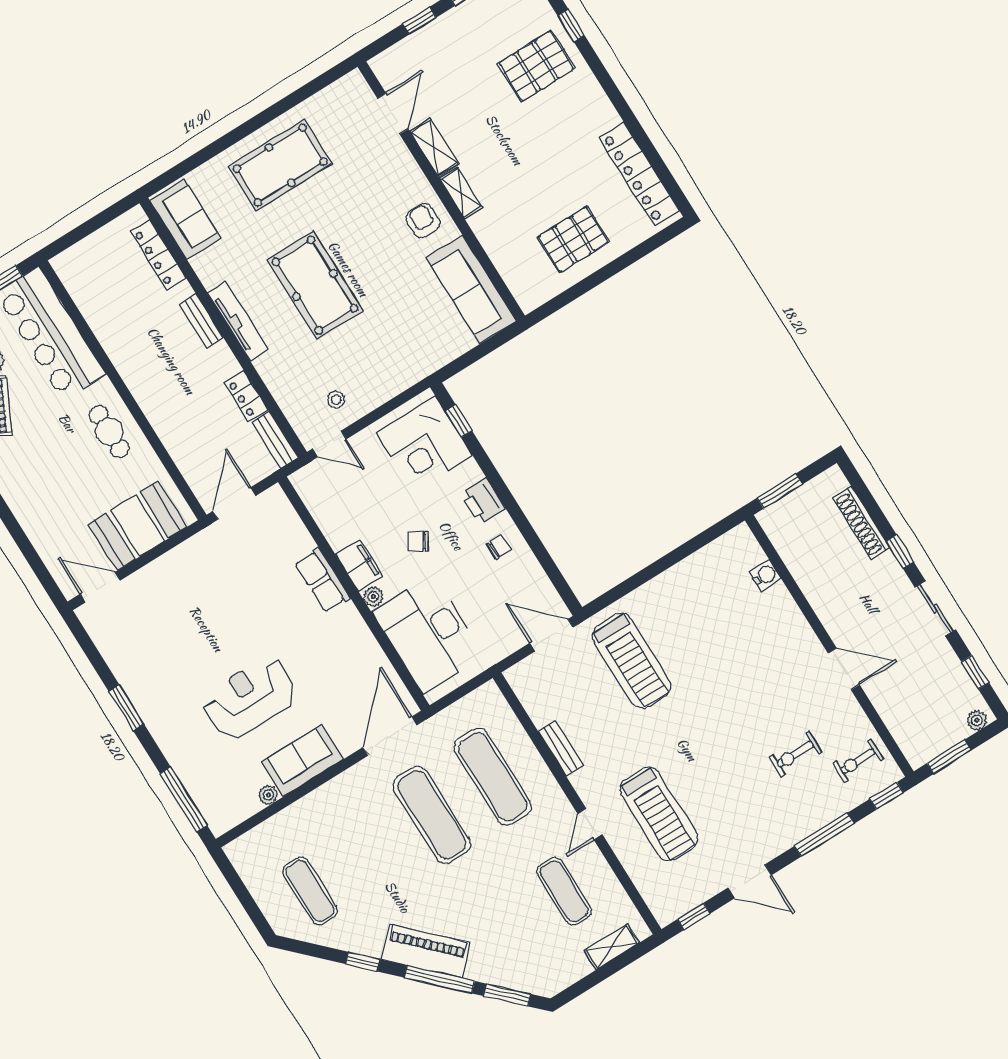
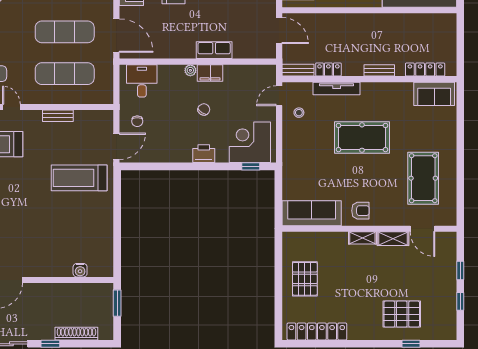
pallet: (536, 66) -> (402, 314), turned 90
pool table: (280, 165) -> (423, 178), moved
tv unit: (238, 321) -> (337, 88), moved
chair: (499, 547) -> (137, 121), moved
desk: (428, 634) -> (142, 81), width x0.53, depth x0.77

